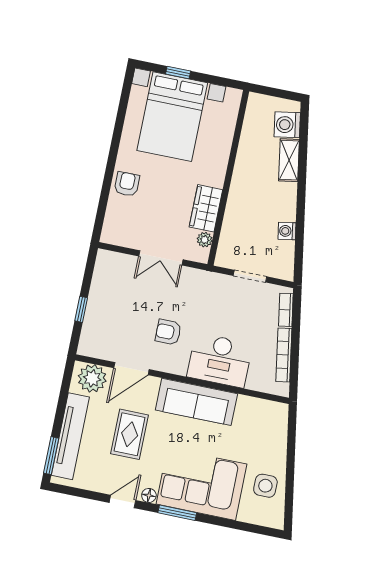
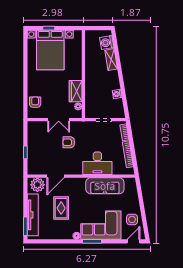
armchair: (127, 184) -> (35, 102), moved
armchair: (168, 332) -> (69, 142), moved
sofa: (196, 402) -> (105, 186), moved
door: (122, 502) -> (134, 241), moved

